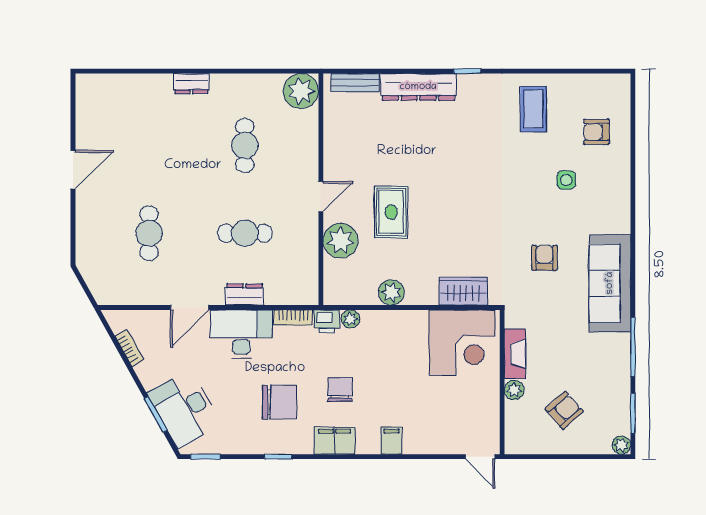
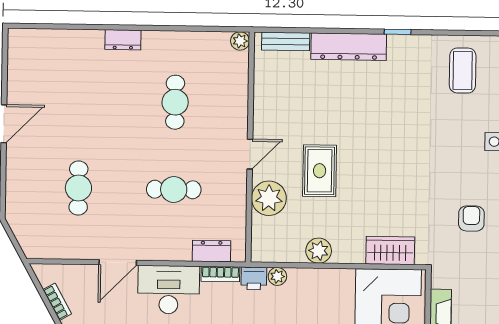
plant: (301, 91) -> (240, 41), width x0.53, depth x0.53
dresser: (245, 295) -> (211, 251), moved

